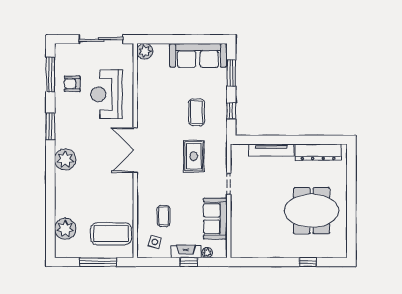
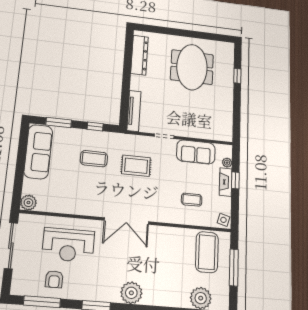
tv unit: (271, 150) -> (134, 111), moved
side table: (155, 242) -> (223, 220), moved

